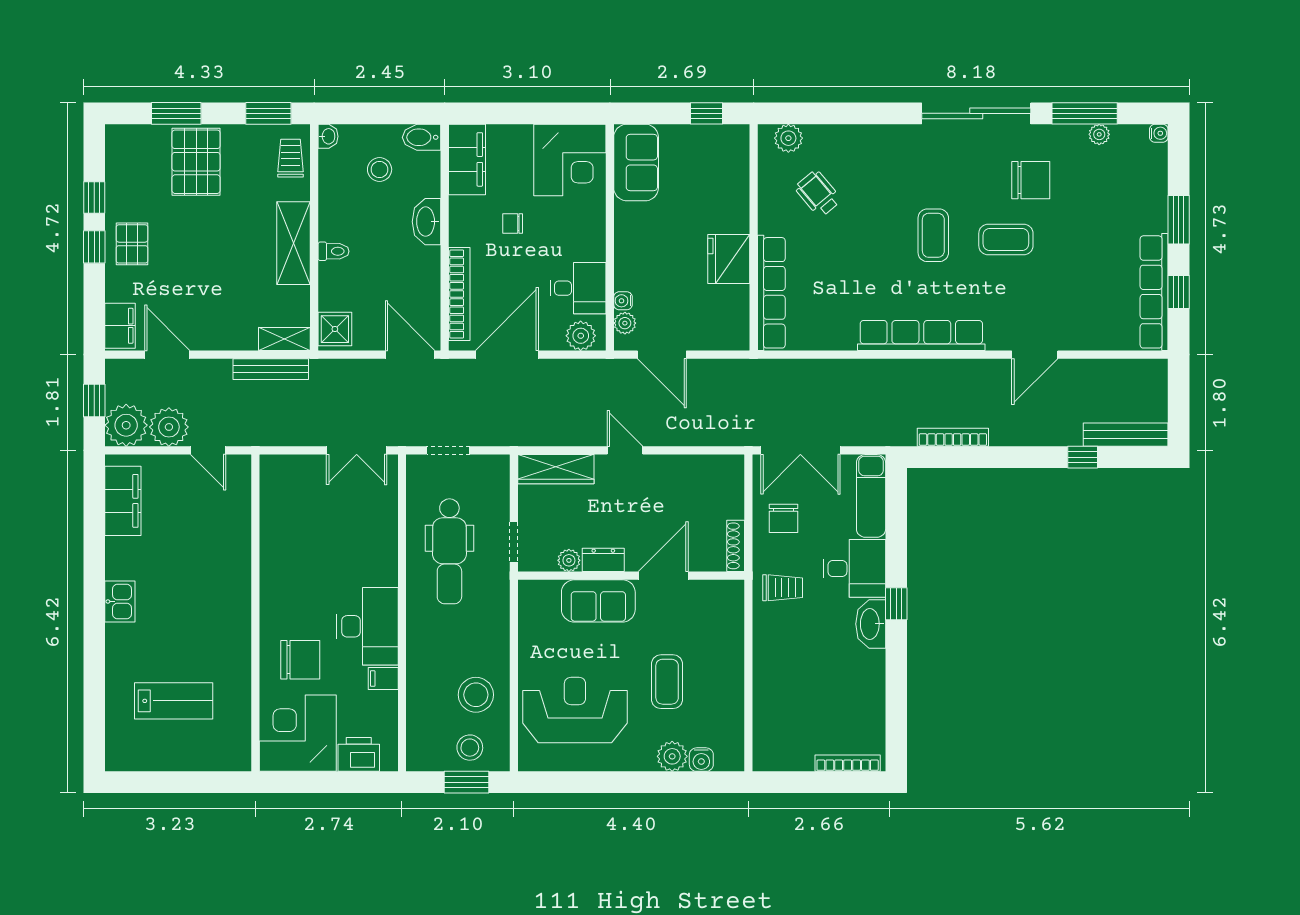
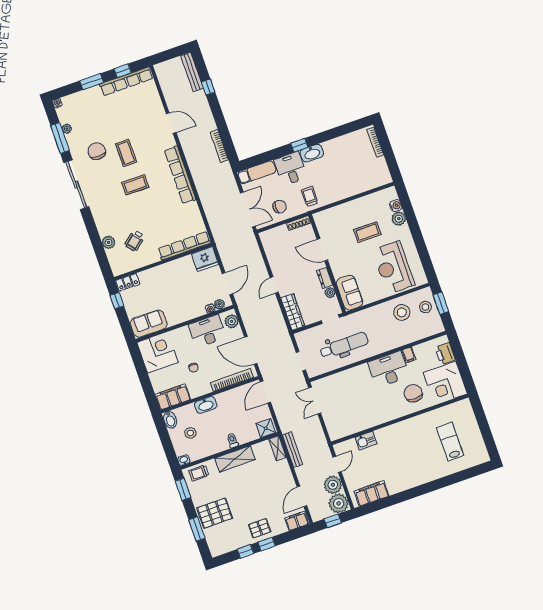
plant: (788, 138) -> (109, 242), moved
locker: (737, 149) -> (128, 282), added
fridge: (729, 259) -> (205, 259), moved
desk: (578, 288) -> (207, 331), width x1.37
double door: (357, 450) -> (315, 400), swing flipped
sofa: (598, 601) -> (350, 293), moved
kitchen sink: (120, 602) -> (366, 441), moved, turned 180

